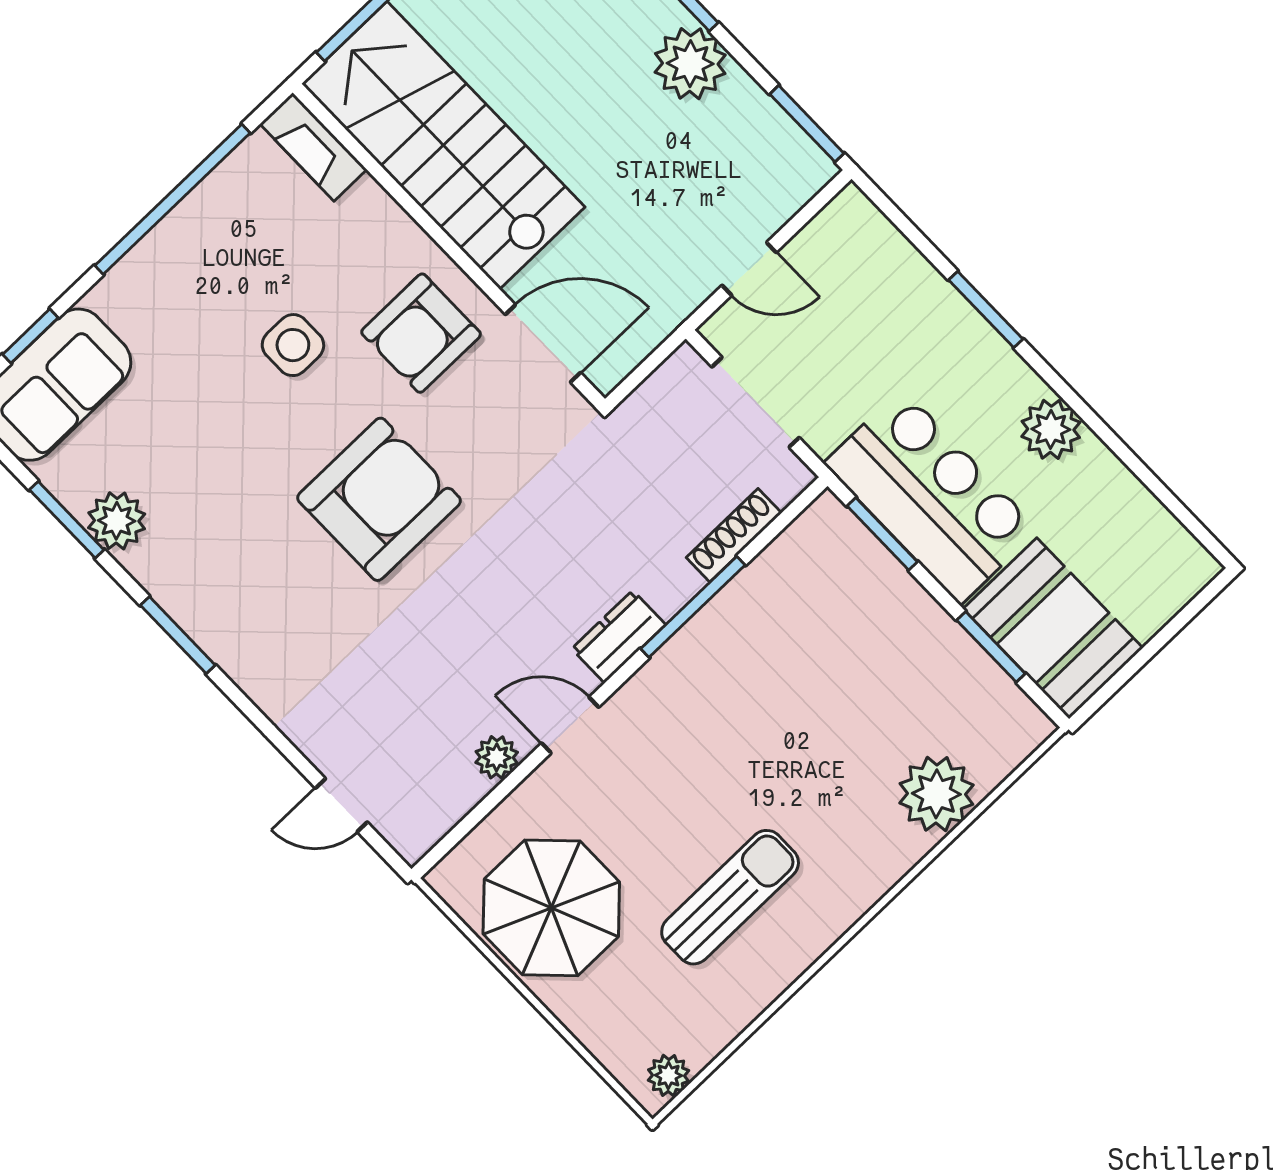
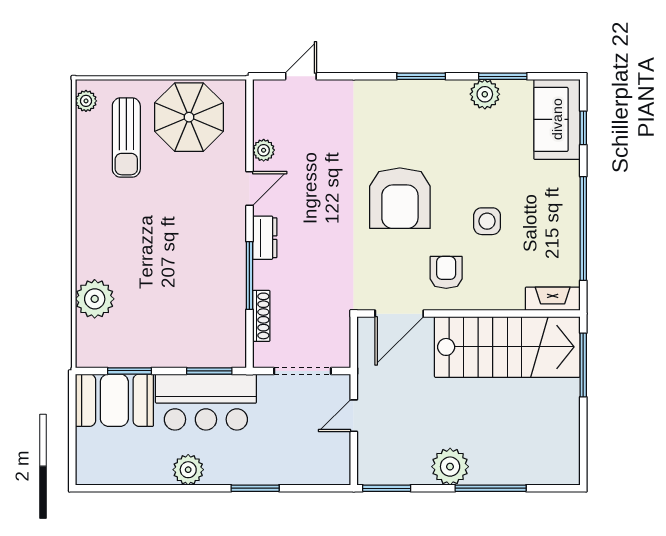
armchair: (421, 333) -> (446, 272), width x0.72, depth x0.72
sun lounger: (730, 897) -> (126, 137), moved

